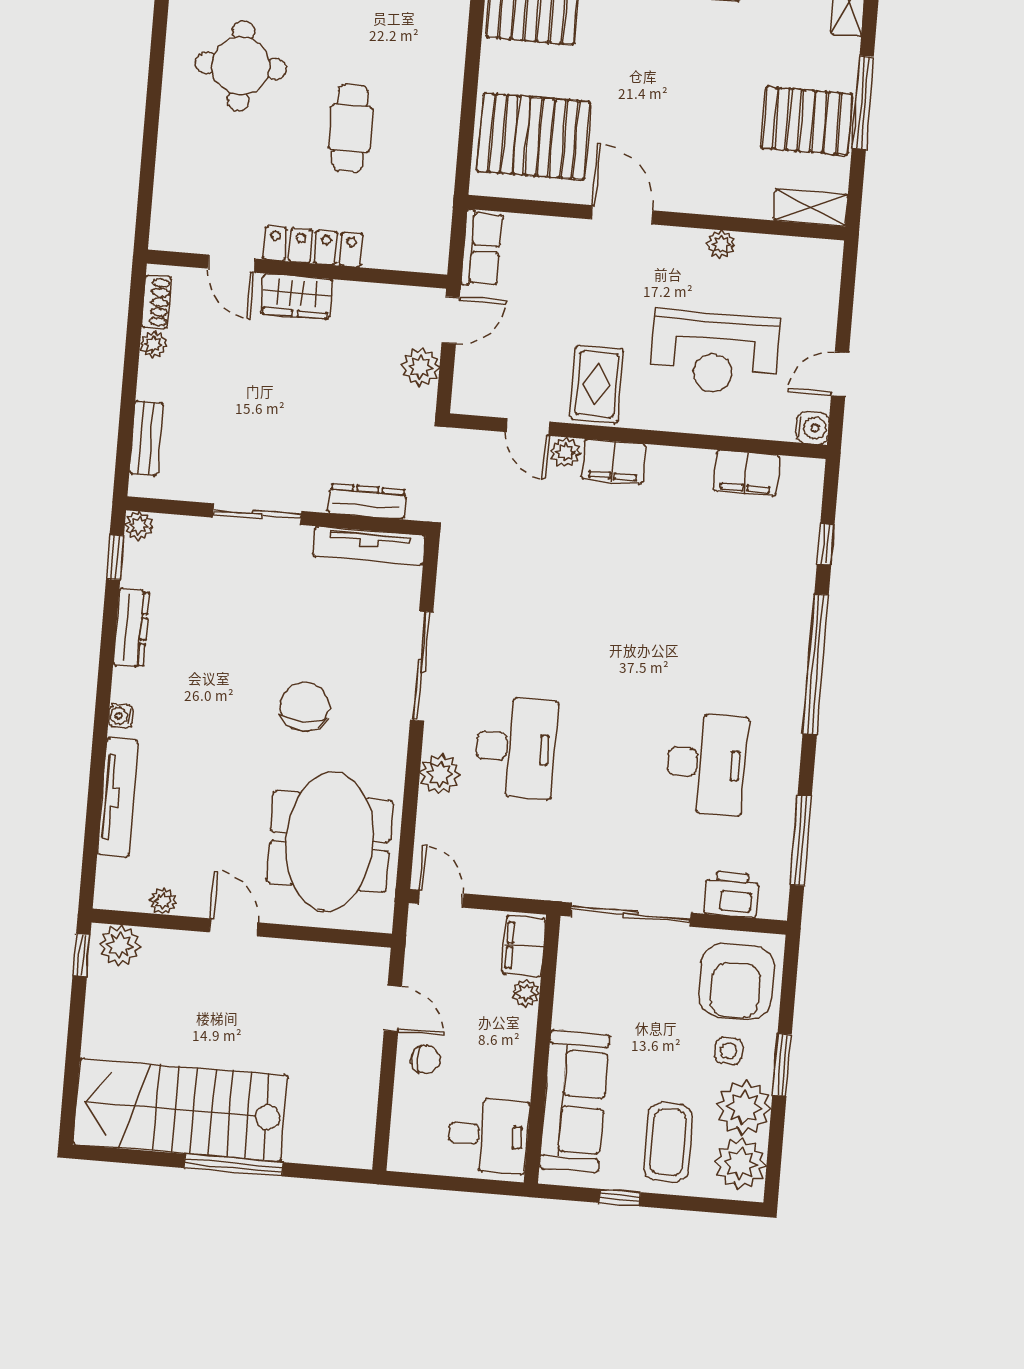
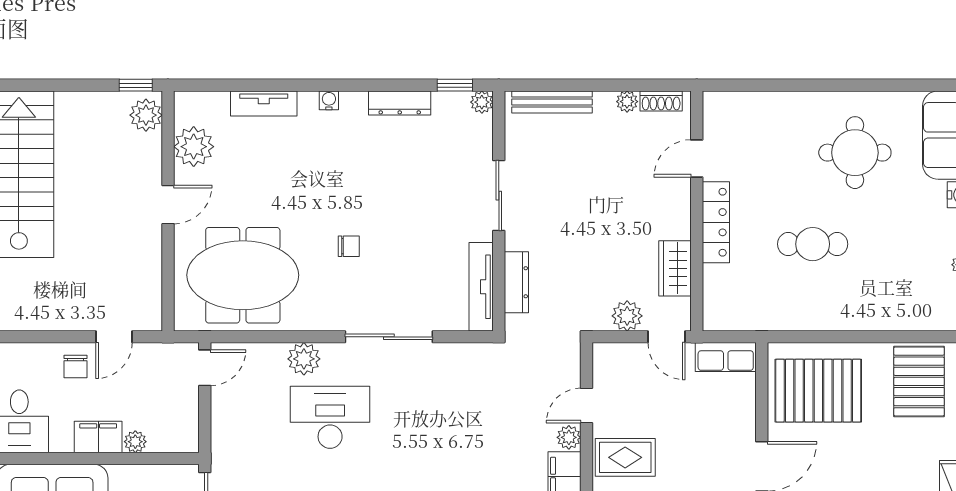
pallet: (534, 136) -> (818, 391), turned 90
wardrobe: (296, 296) -> (675, 268), moved
bench: (146, 438) -> (552, 102), width x1.36
chair: (305, 706) -> (349, 246), width x0.54, depth x0.54
desk: (516, 748) -> (330, 417), turned 180
tv unit: (118, 797) -> (264, 103), width x0.71
plant: (163, 901) -> (194, 147), width x1.87, depth x1.87
filing cabinet: (524, 946) -> (98, 437), moved

